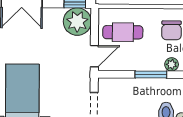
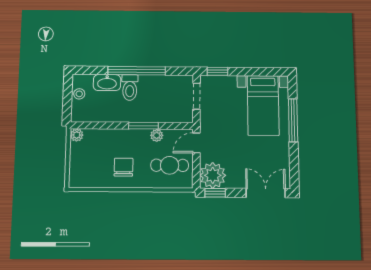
plant: (172, 64) -> (157, 135), moved

